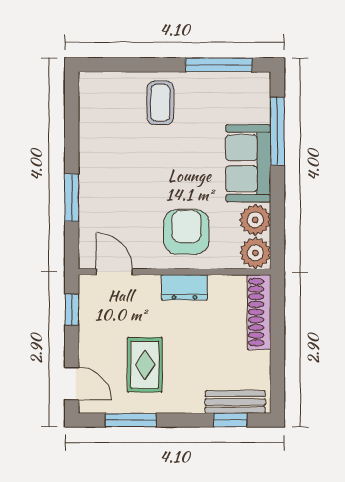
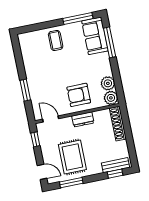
sofa: (248, 163) -> (95, 36), moved
armchair: (186, 232) -> (79, 95), turned -90
rug: (145, 365) -> (72, 157), width x1.36, depth x1.43

